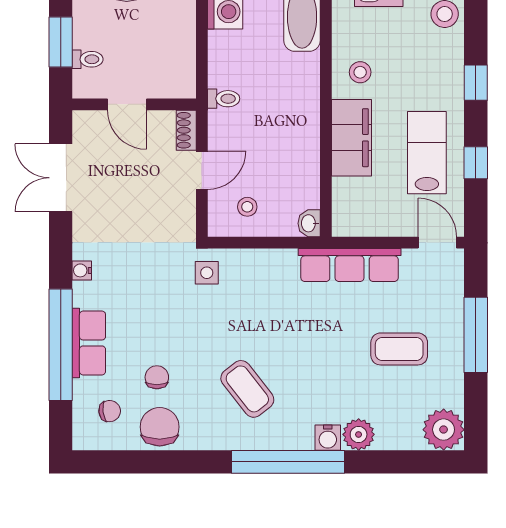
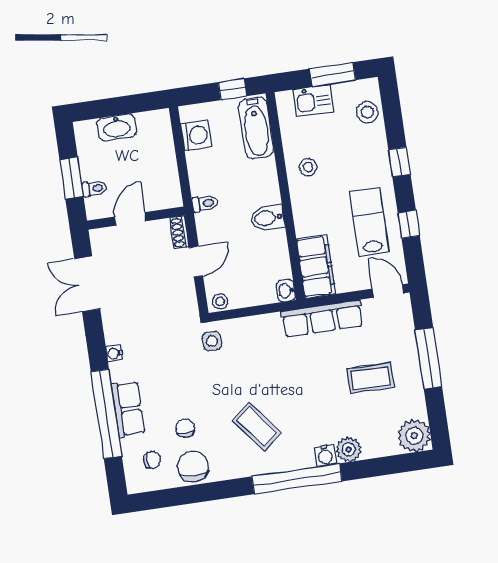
door: (127, 104) -> (130, 219), swing flipped
bidet: (299, 129) -> (267, 218), added
filing cabinet: (352, 138) -> (316, 267), moved
stool: (247, 207) -> (220, 301), moved

